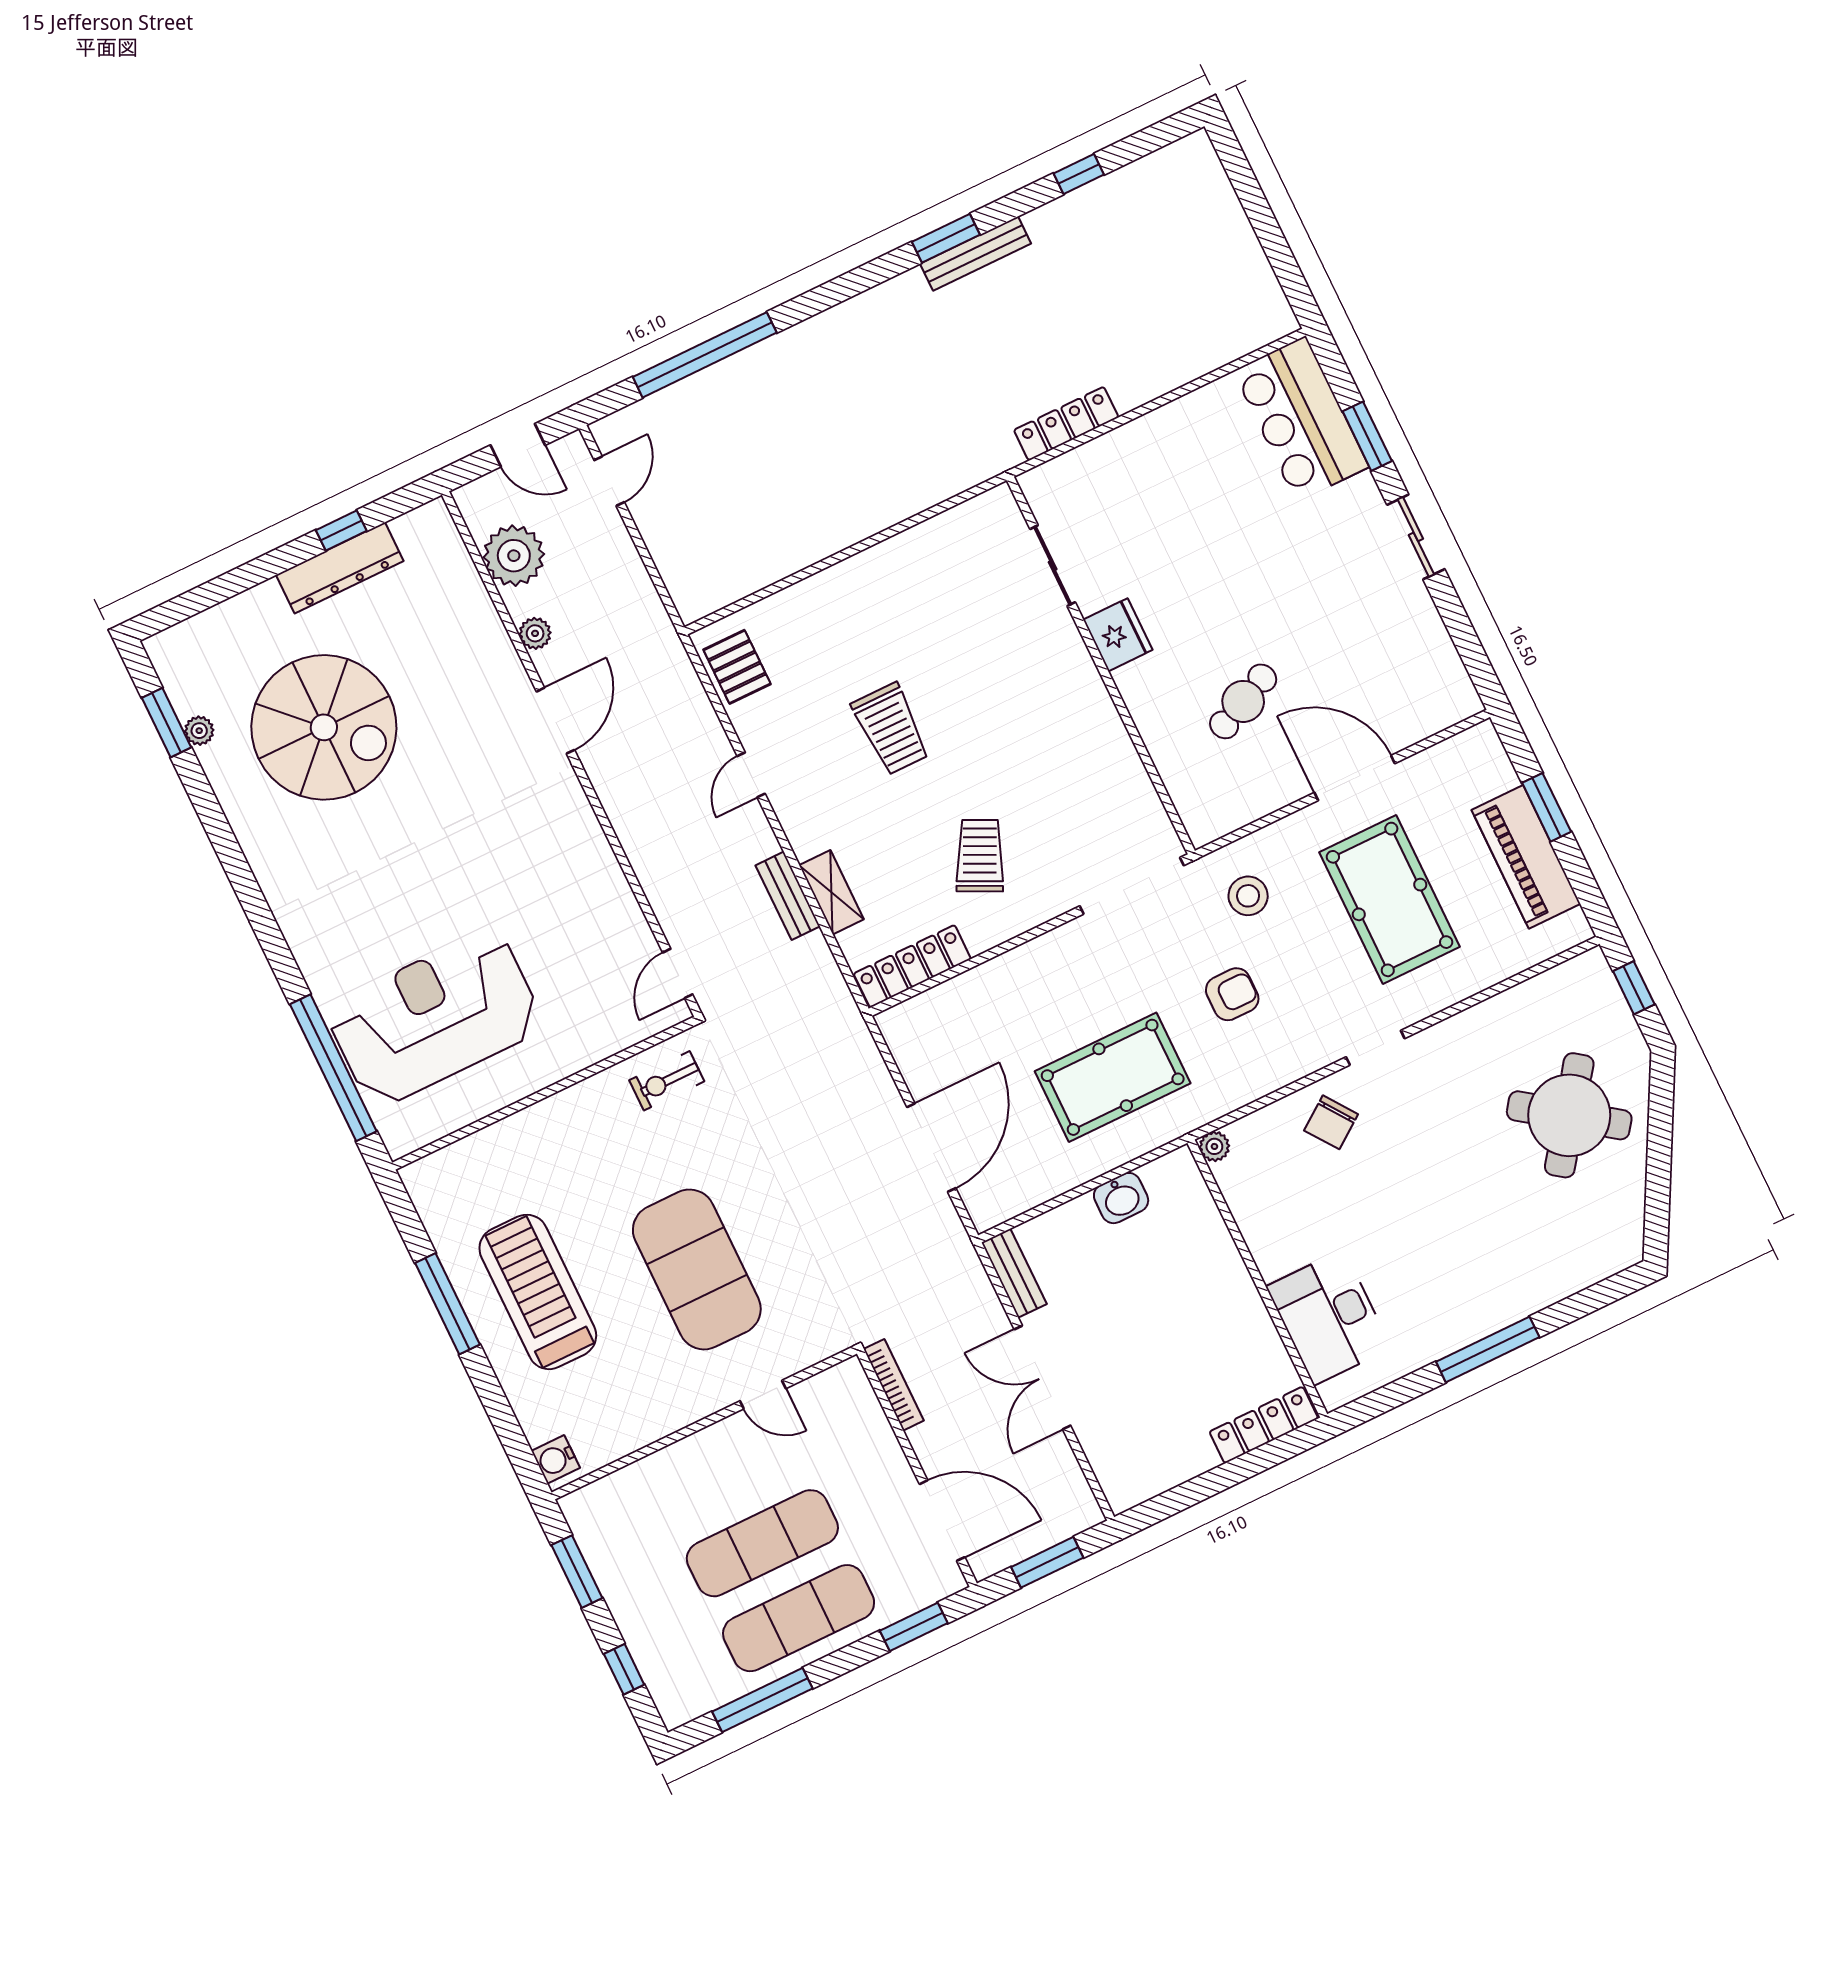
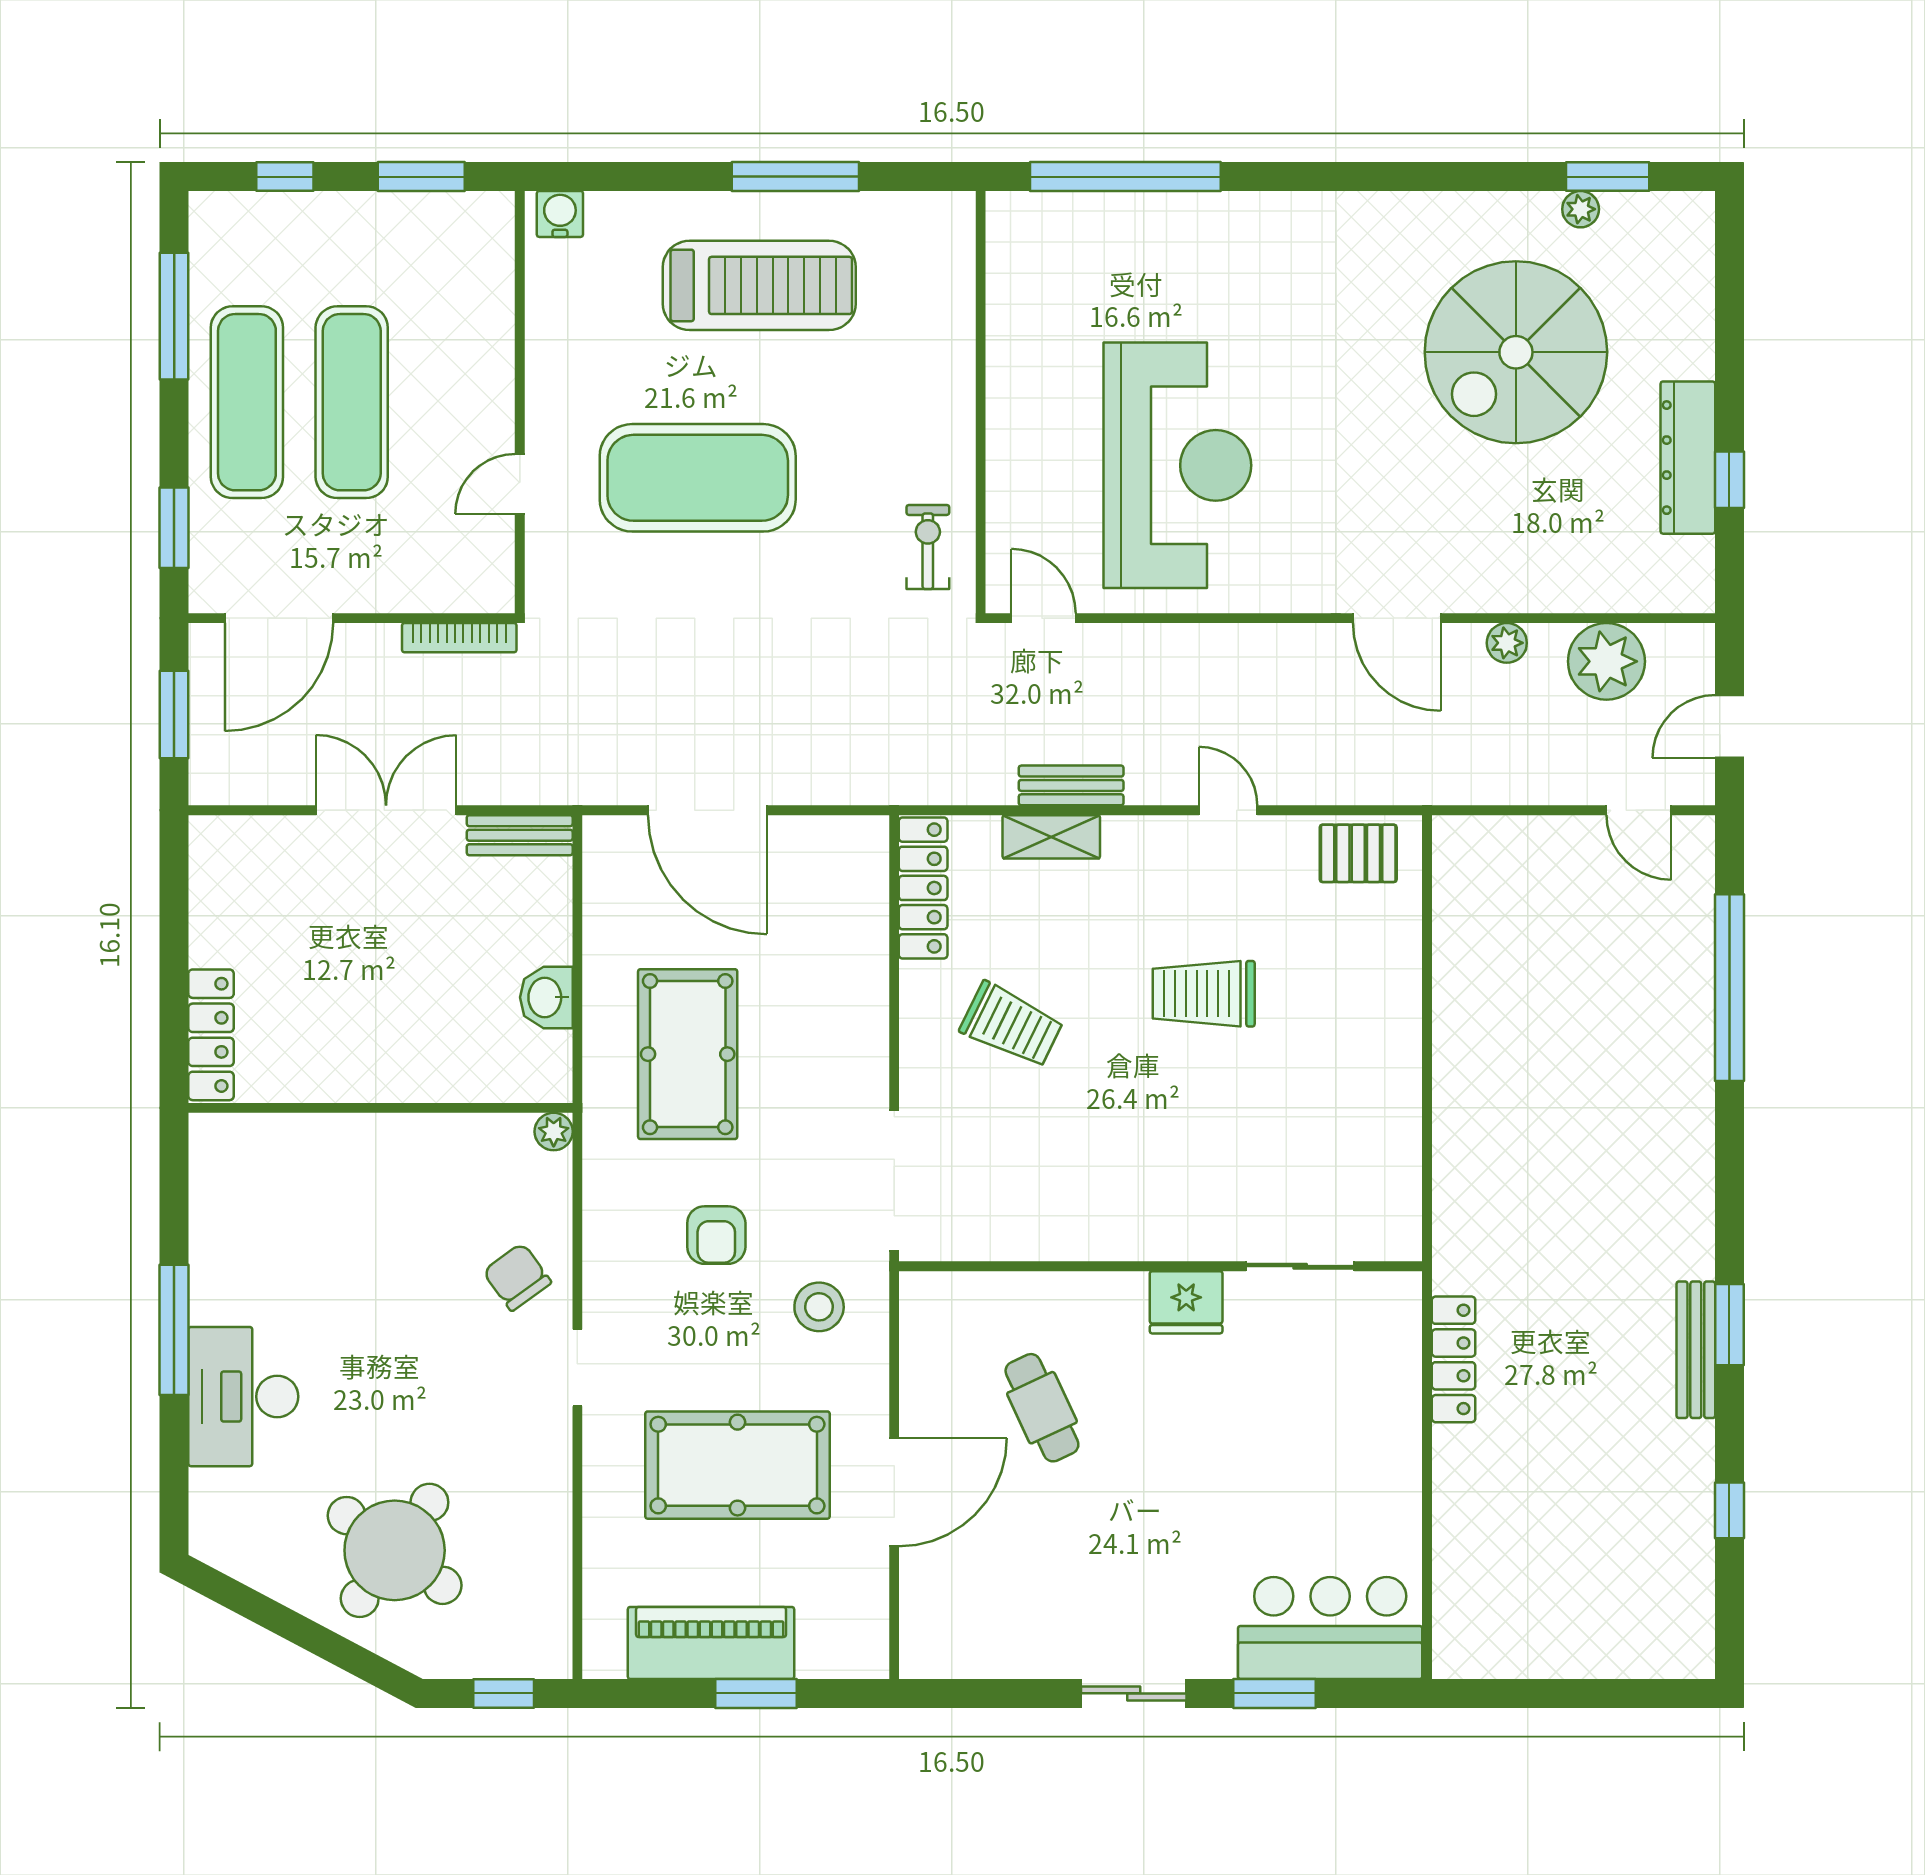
reception desk: (435, 1018) -> (1177, 465), moved
desk: (1329, 1317) -> (243, 1397), moved, turned -90

